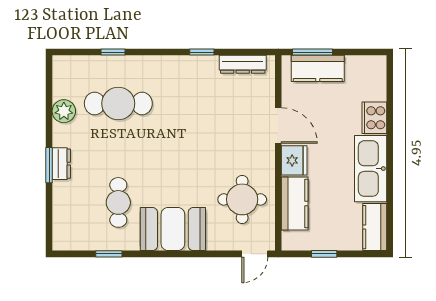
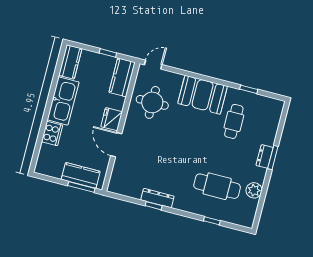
dresser: (243, 64) -> (157, 198), moved
kitchen counter: (295, 204) -> (122, 77), moved

